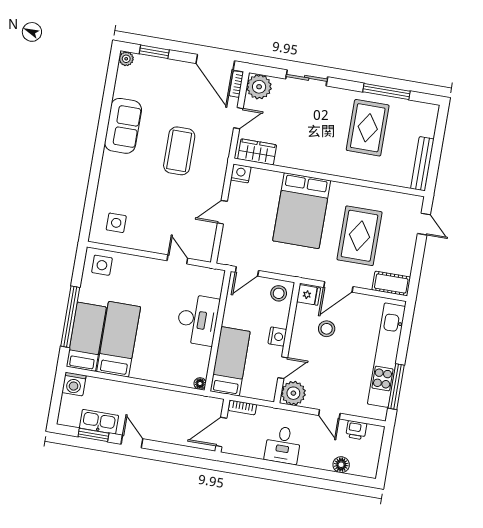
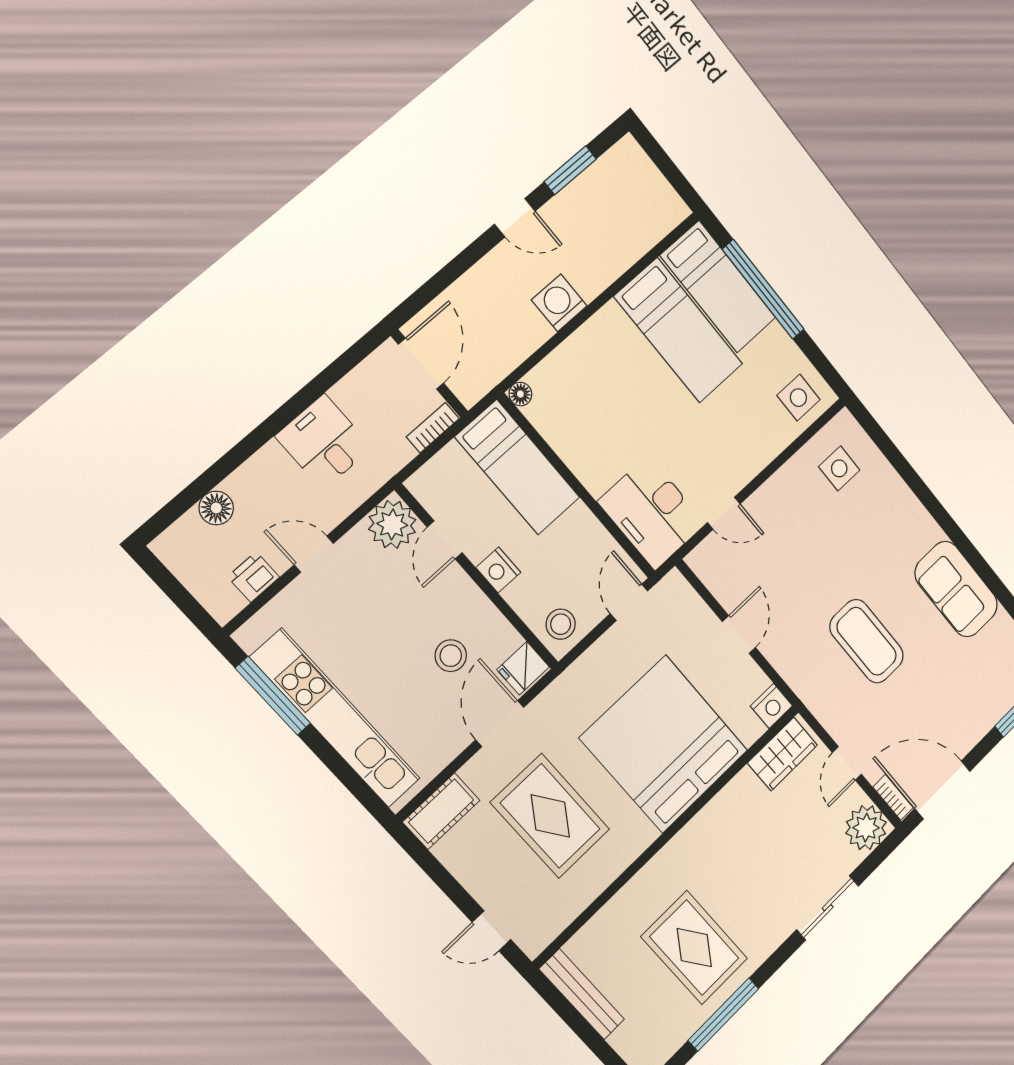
bed: (302, 211) -> (664, 744), width x1.36
desk: (198, 320) -> (652, 513), moved
washing machine: (74, 384) -> (559, 303), moved
kitchen sink: (99, 422) -> (583, 196), removed

